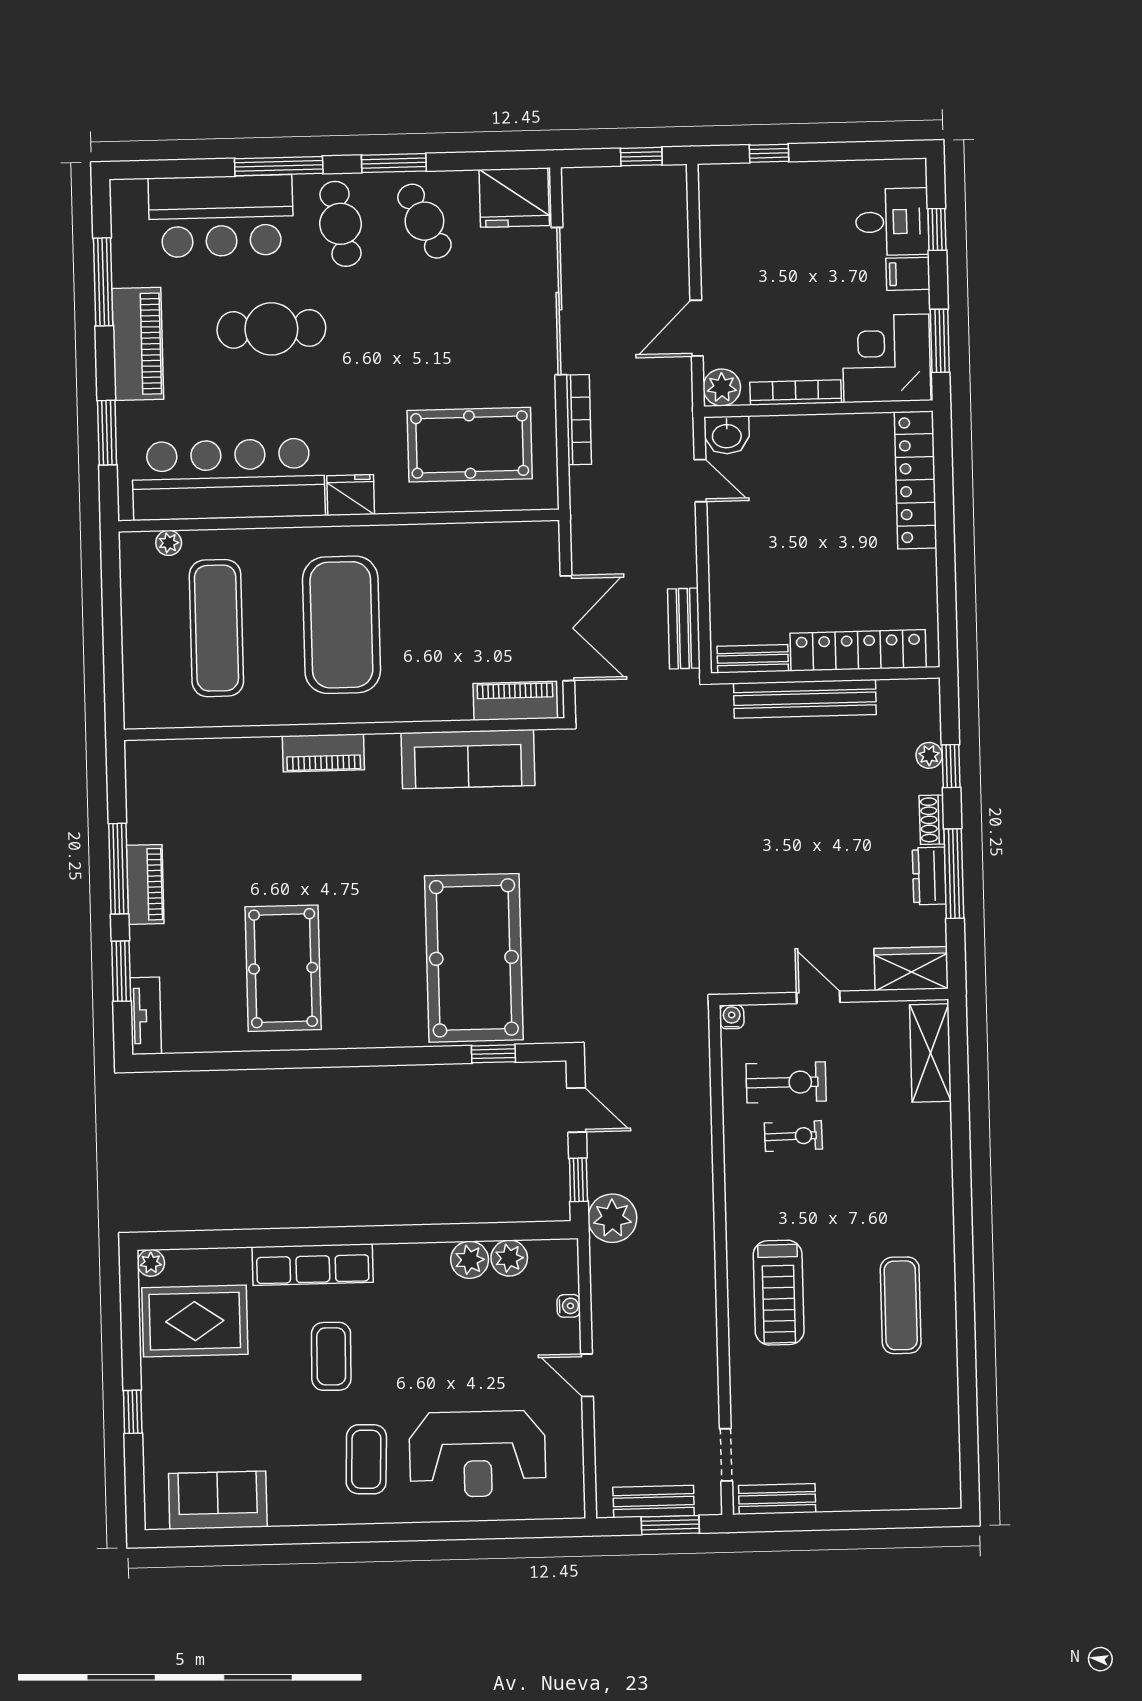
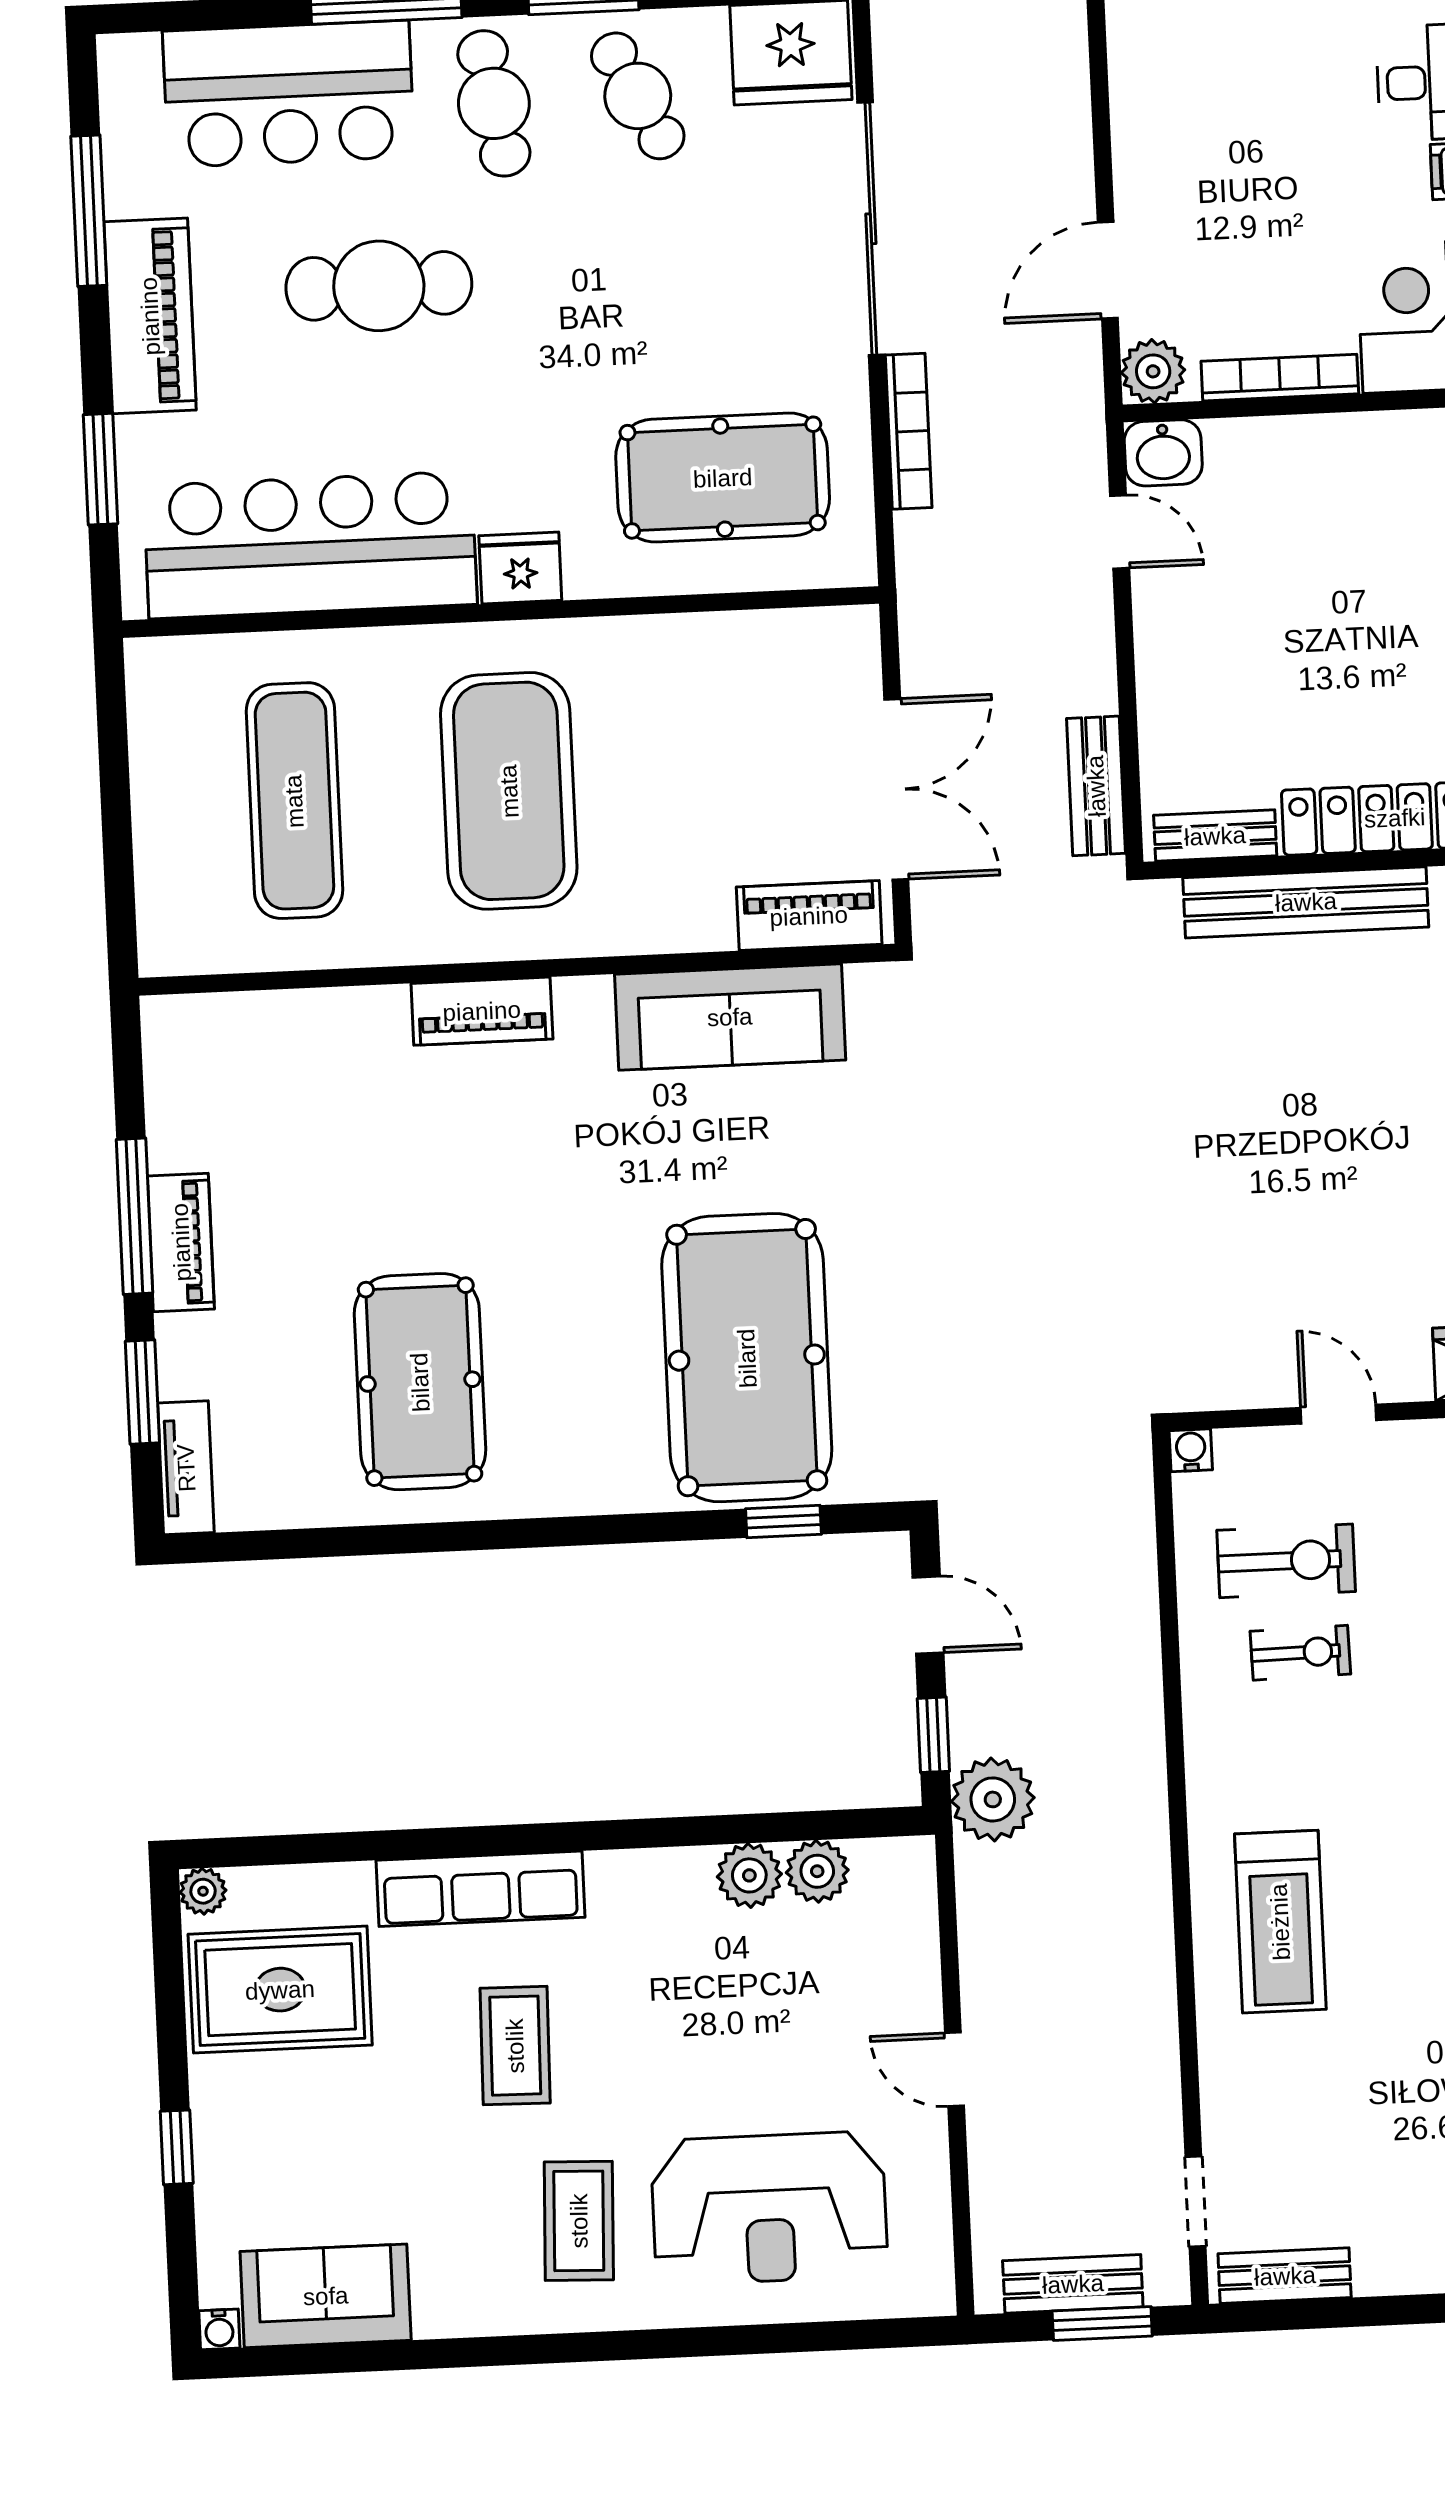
plant: (169, 543) -> (210, 656), removed
water cooler: (569, 1306) -> (219, 2329), moved, turned 90

